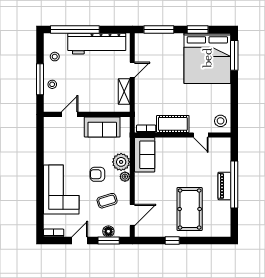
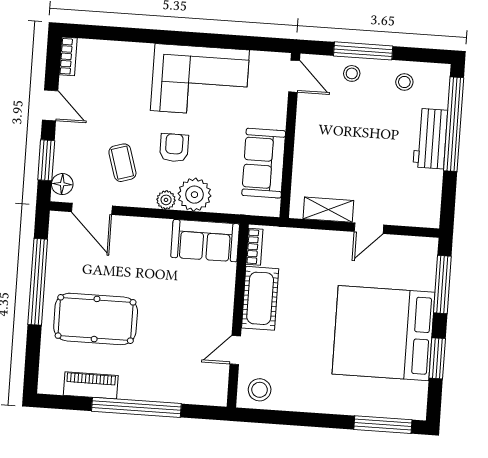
workbench: (97, 44) -> (430, 139), width x0.53, depth x0.76
bed: (207, 58) -> (384, 333), moved
door: (132, 70) -> (369, 228), hinge flipped
door: (70, 114) -> (294, 76), moved
piano: (224, 186) -> (91, 385), moved
corner sofa: (61, 190) -> (200, 80), moved
floor lamp: (108, 231) -> (62, 184), moved
window: (172, 241) -> (38, 282), width x3.17

